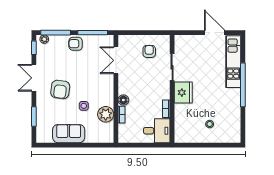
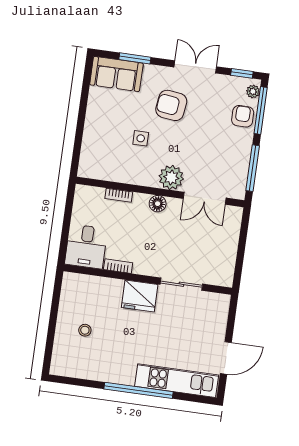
armchair: (76, 44) -> (243, 116), moved
armchair: (149, 51) -> (211, 252), removed
double door: (116, 60) -> (205, 198), swing flipped
floor lamp: (123, 100) -> (158, 204), moved
plant: (106, 114) -> (171, 177), moved
sofa: (69, 134) -> (116, 74), moved, turned 90

